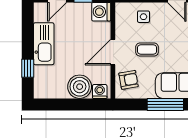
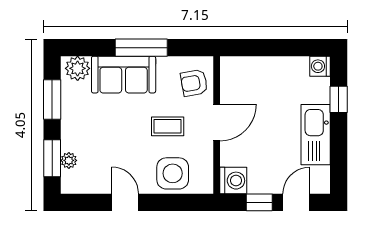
side table: (143, 17) -> (173, 173), width x1.87, depth x1.87
boiler: (80, 87) -> (264, 73), removed
washing machine: (100, 91) -> (320, 66), moved, turned 90

